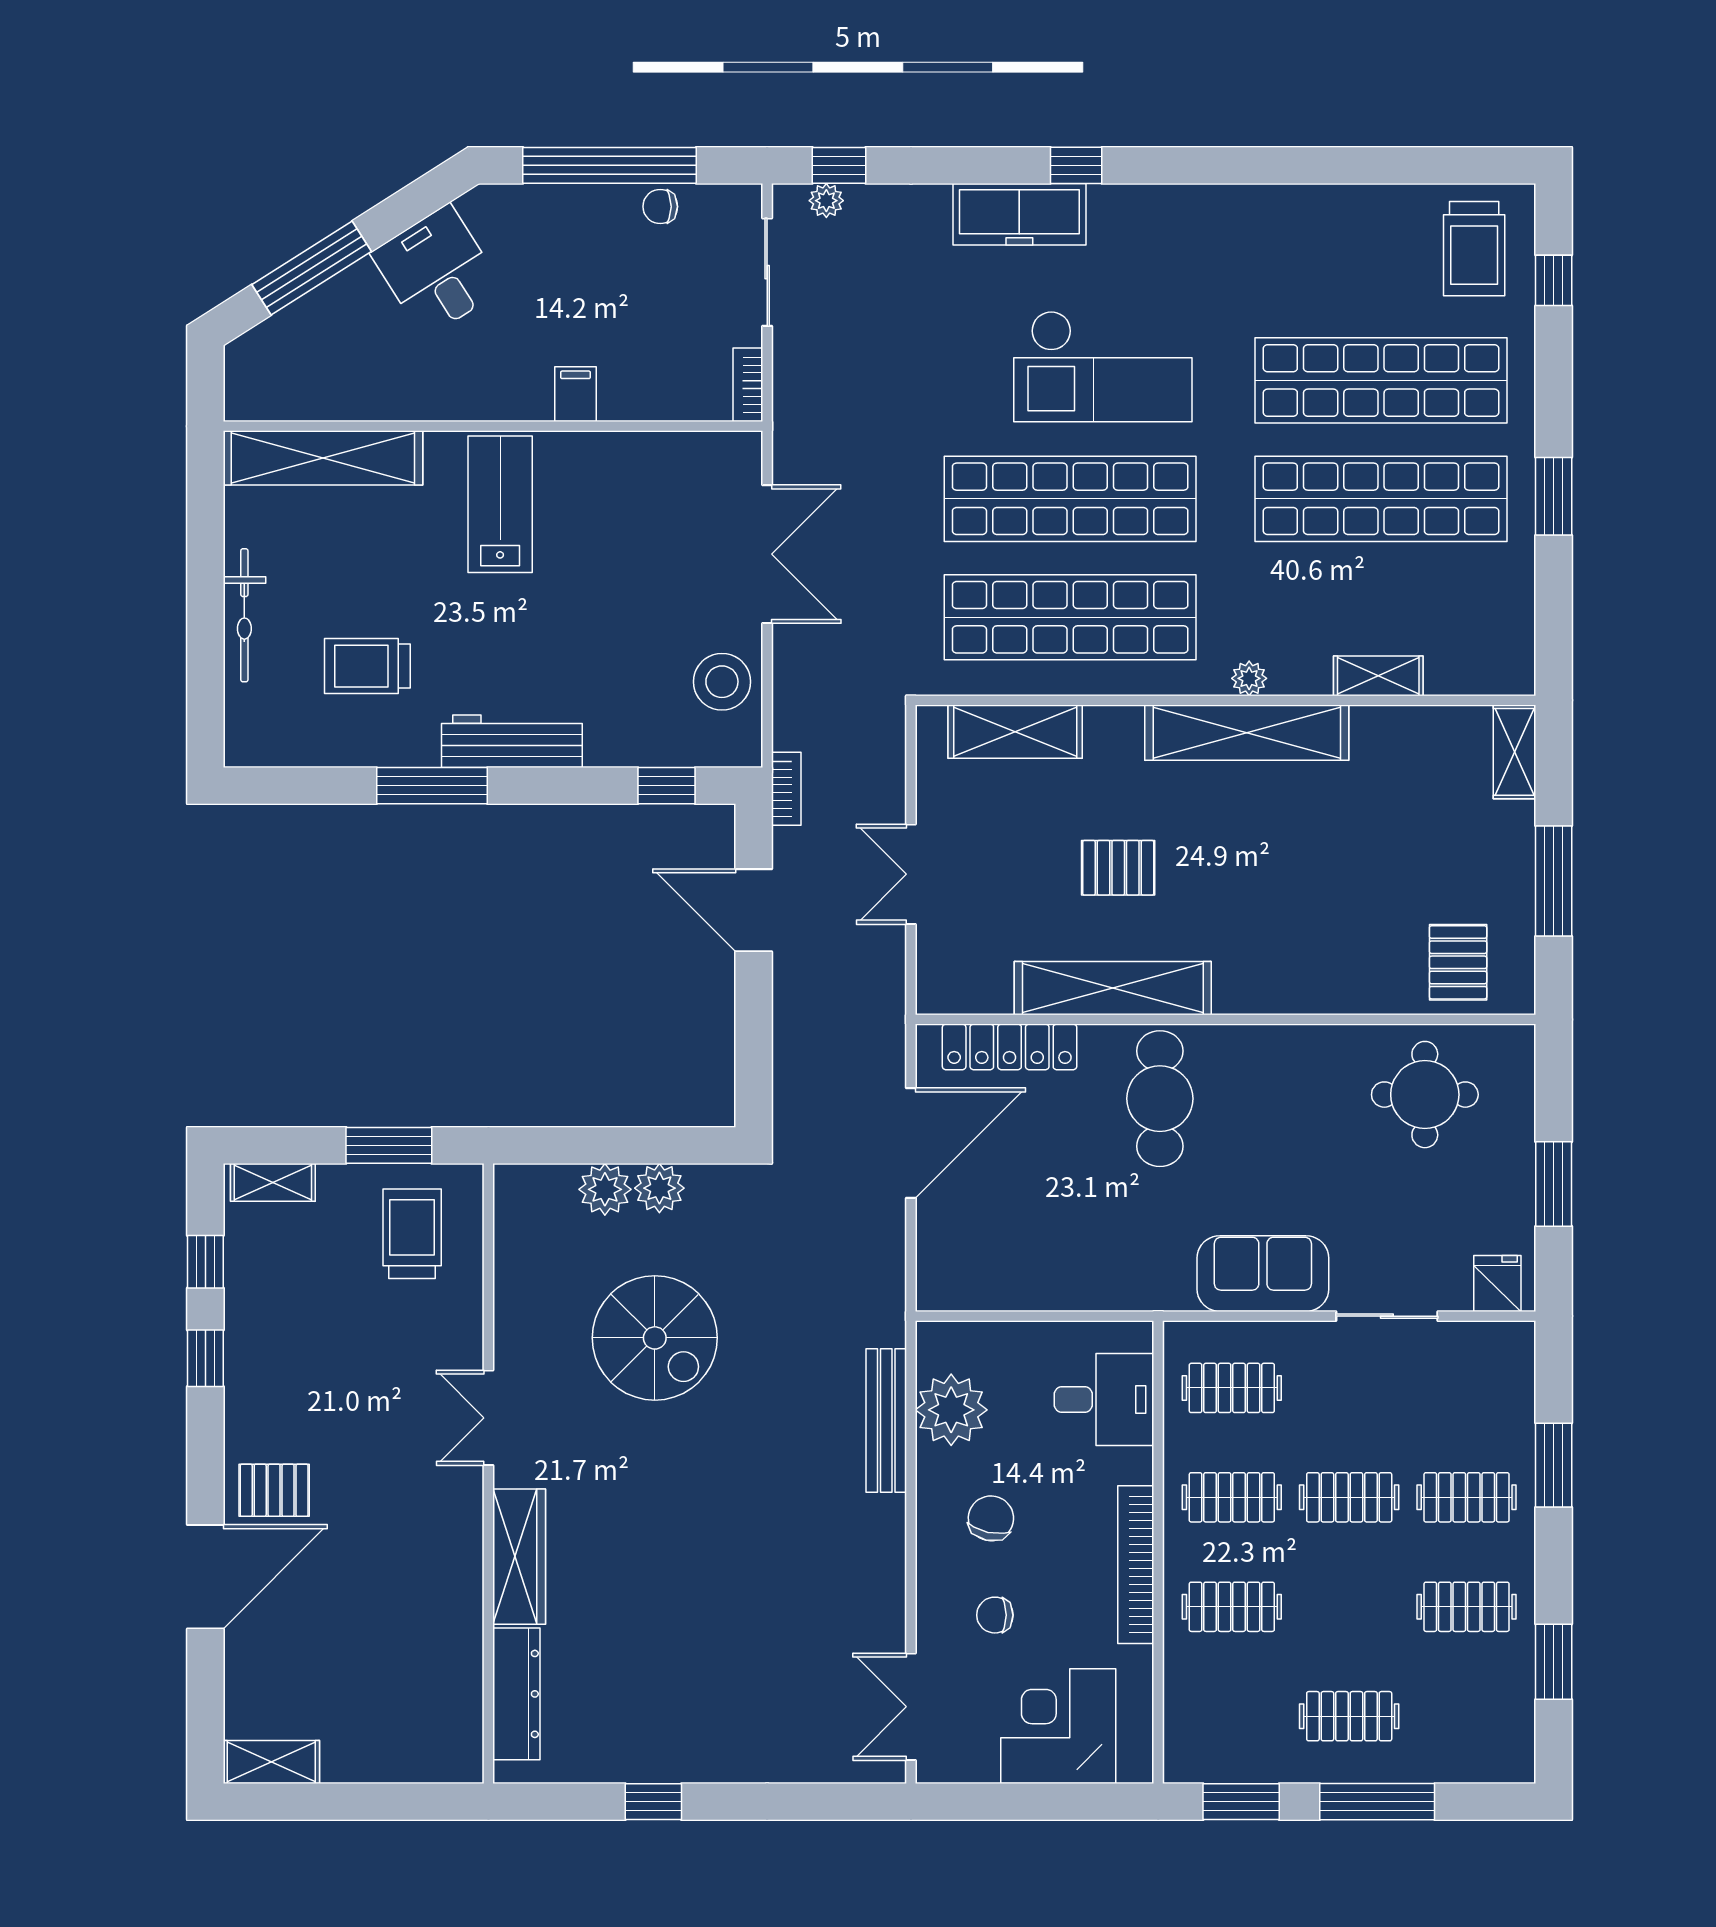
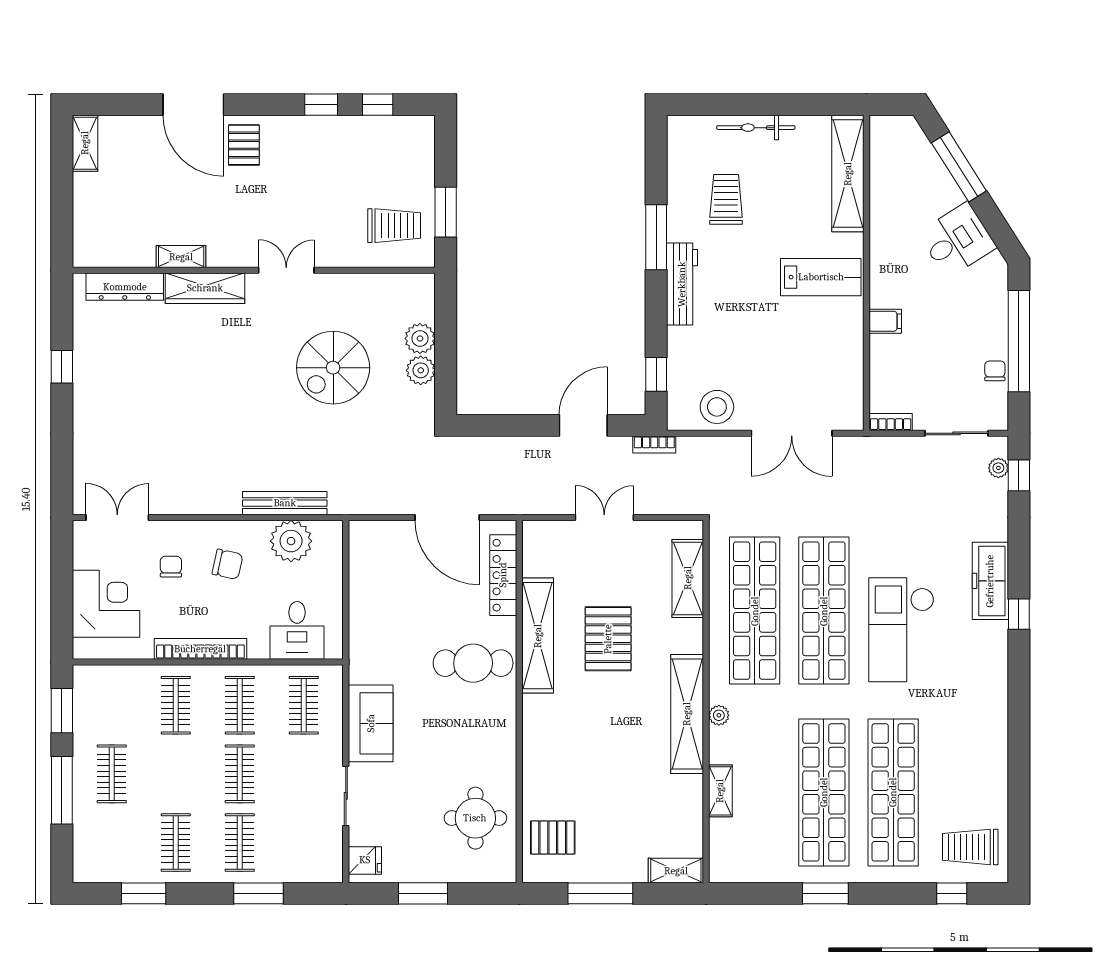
pallet: (1118, 868) -> (608, 639), width x1.50, depth x1.42
shelving: (273, 1182) -> (181, 257), moved, turned 90

